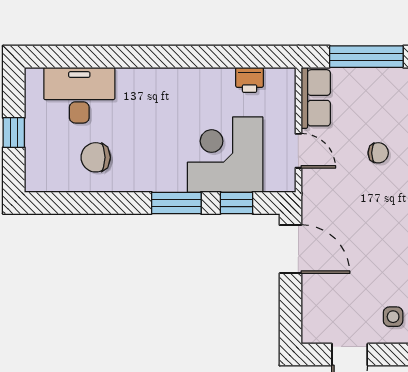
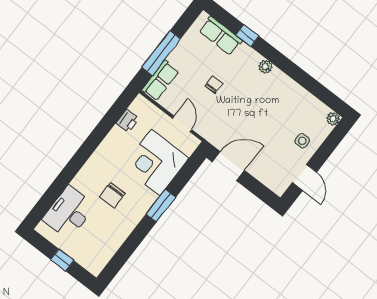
row of seats: (316, 98) -> (160, 80), moved, turned 90
door: (298, 151) -> (182, 124), hinge flipped
chair: (96, 157) -> (112, 195), moved
window: (237, 203) -> (184, 175), removed

